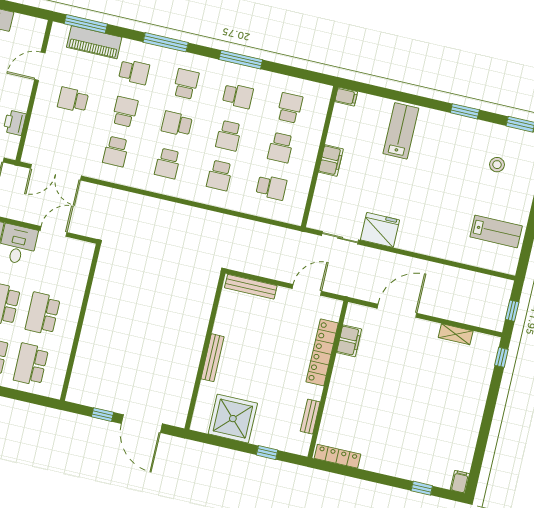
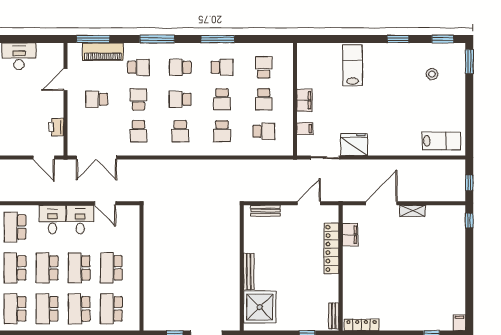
school desk: (186, 84) -> (180, 67), turned -90
filing cabinet: (346, 97) -> (305, 129), moved
door: (54, 231) -> (105, 203), swing flipped
lab bench: (496, 231) -> (441, 141), moved
bench: (251, 287) -> (265, 211), width x0.73
shelving: (456, 334) -> (413, 211), moved
bench: (310, 417) -> (334, 316), moved
shower: (233, 419) -> (260, 307), moved

